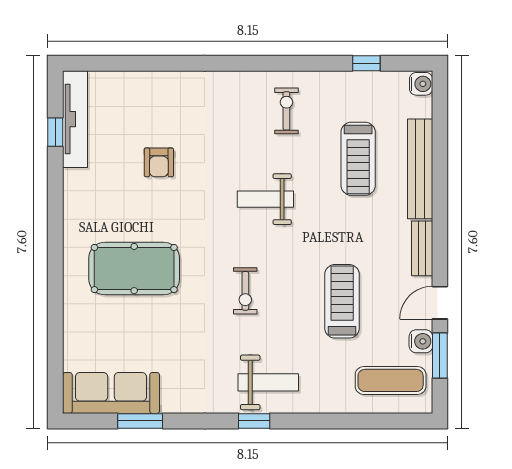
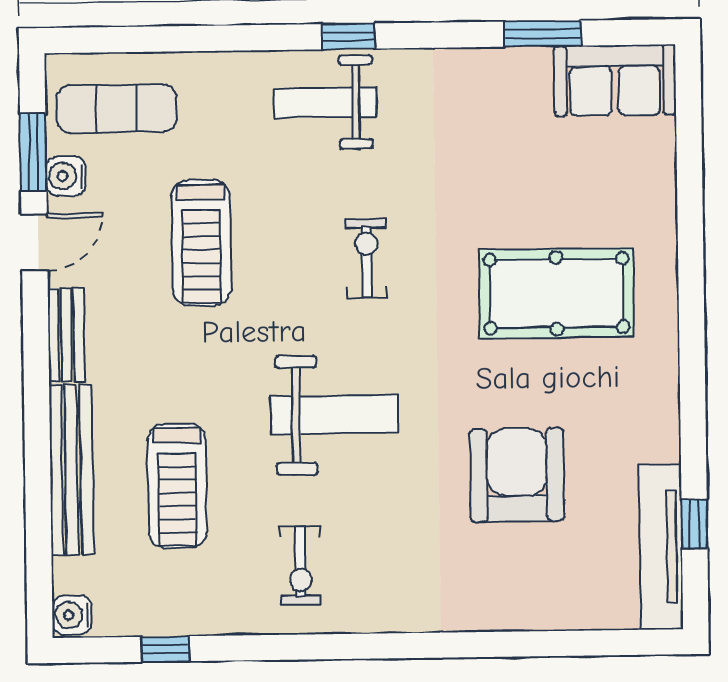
treadmill: (358, 159) -> (177, 486), turned 180
armchair: (159, 162) -> (517, 475), width x1.88, depth x1.88
weight bench: (265, 199) -> (334, 415), width x1.36, depth x1.33
sofa: (111, 393) -> (615, 80), width x0.73

